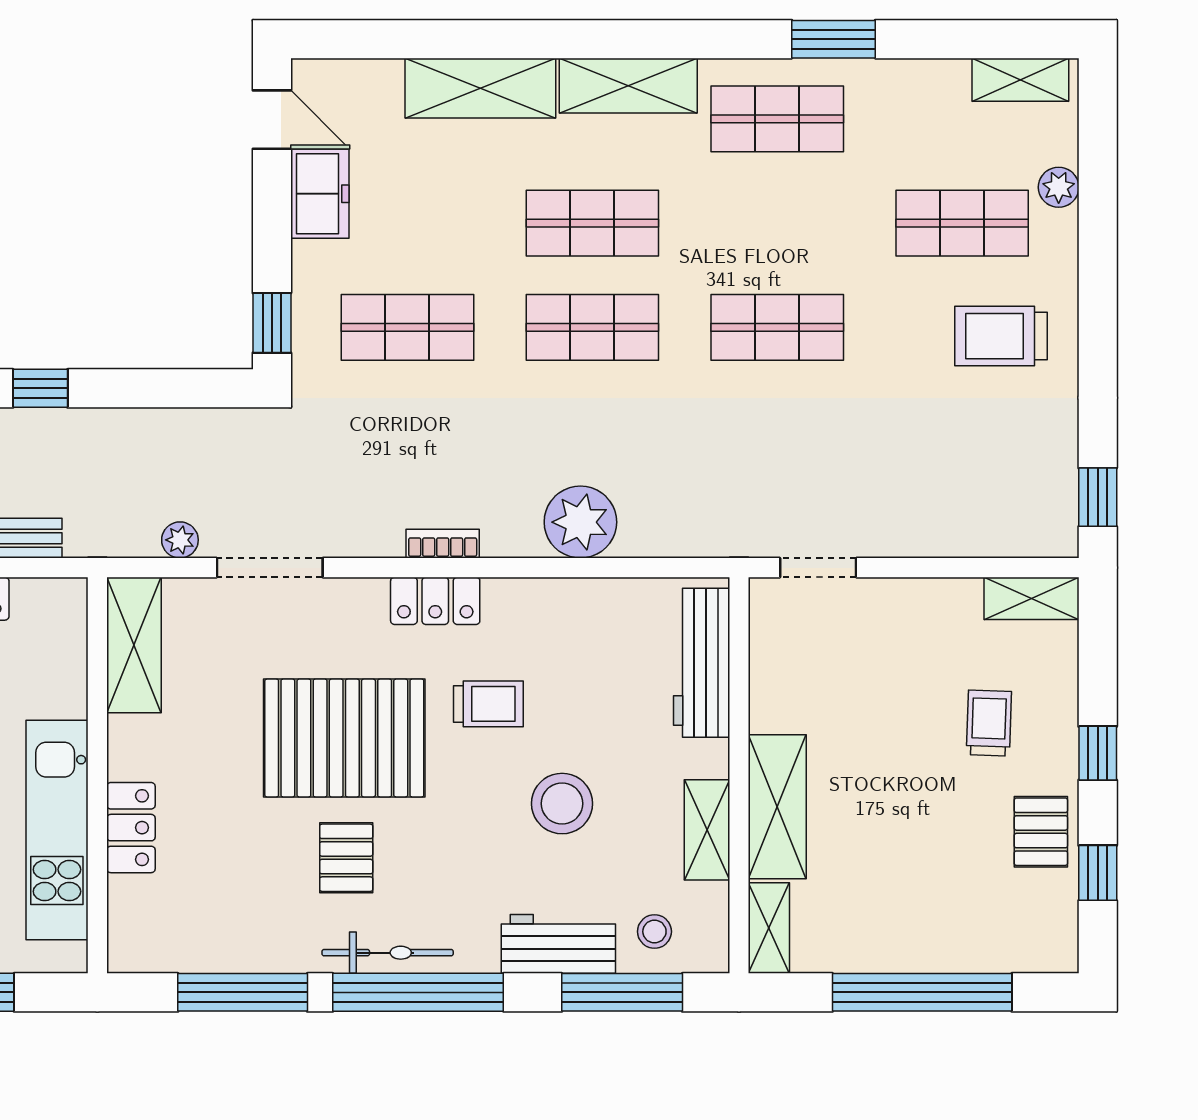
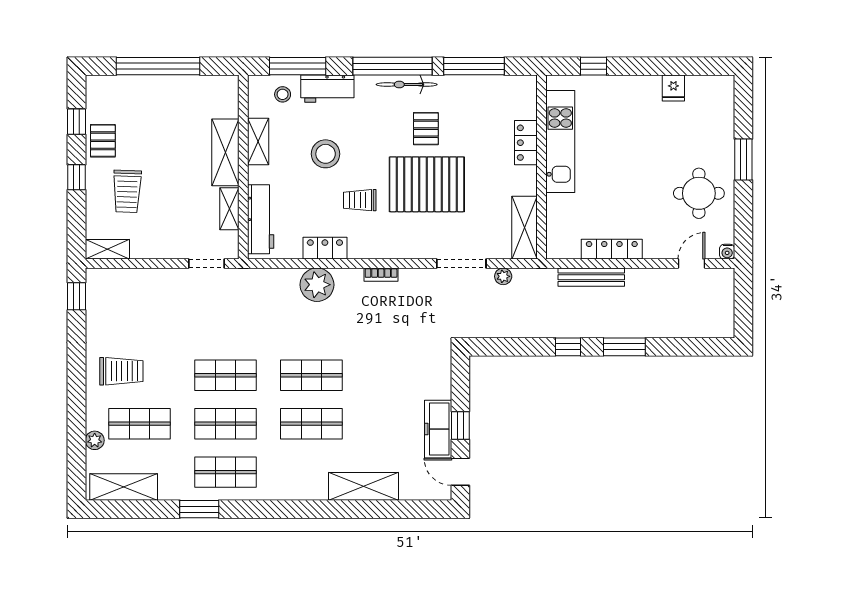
shelving: (1020, 80) -> (124, 487), width x1.50, depth x1.33
shelving: (628, 86) -> (295, 488), removed
freezer: (320, 194) -> (438, 429), width x1.40
window: (272, 323) -> (460, 425), moved
shop shelf: (407, 327) -> (225, 424), moved
locker: (435, 601) -> (325, 248), moved
trolley: (989, 723) -> (127, 191), width x1.36, depth x1.39
shelving: (769, 928) -> (229, 209), moved

